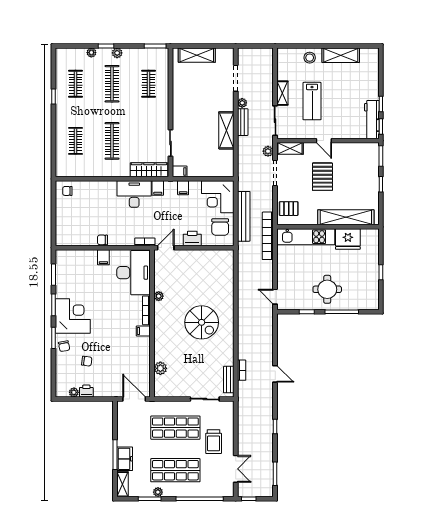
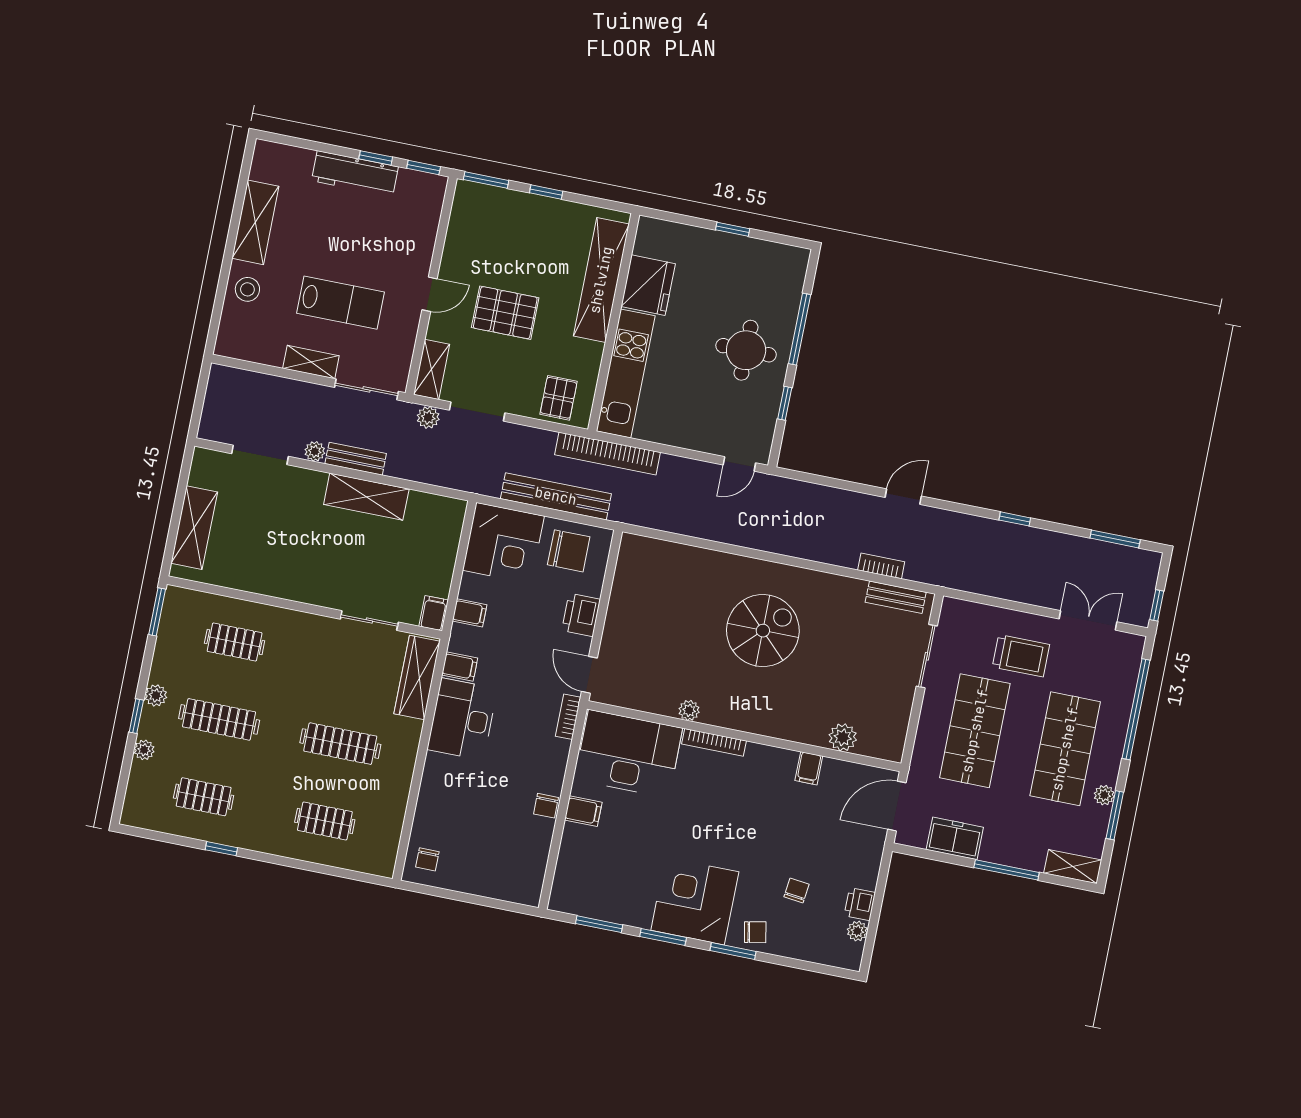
workbench: (372, 119) -> (355, 174), moved
filing cabinet: (143, 331) -> (809, 768), moved
freezer: (125, 459) -> (955, 838), moved

